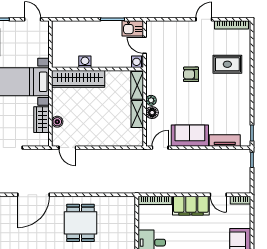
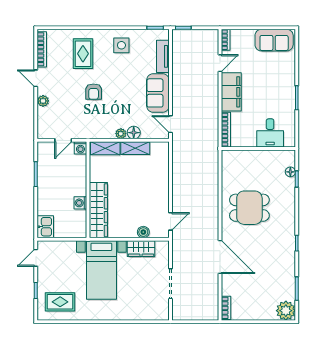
plant: (182, 26) -> (43, 101), added
kitchen sink: (133, 28) -> (45, 227), moved
side table: (235, 101) -> (121, 45), added

